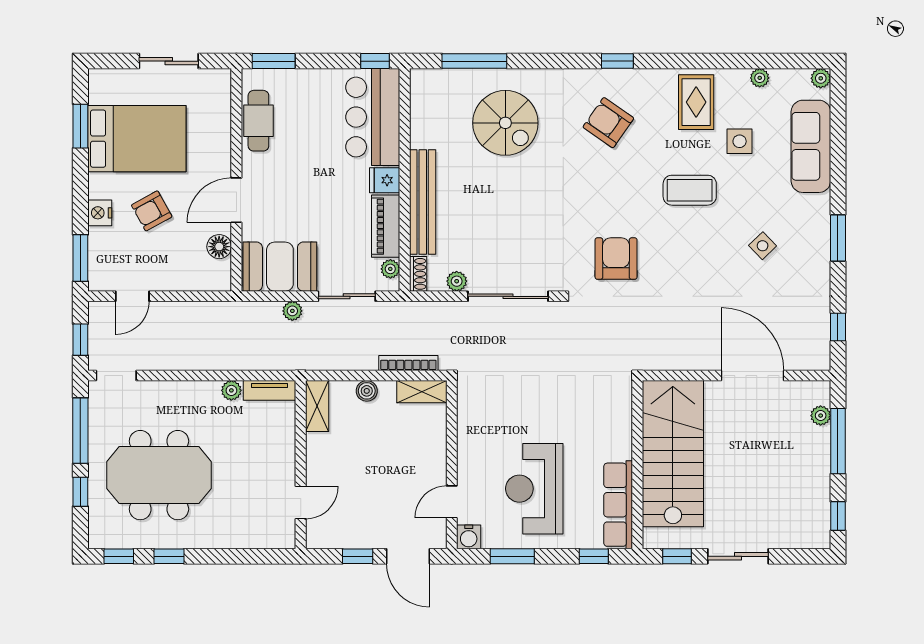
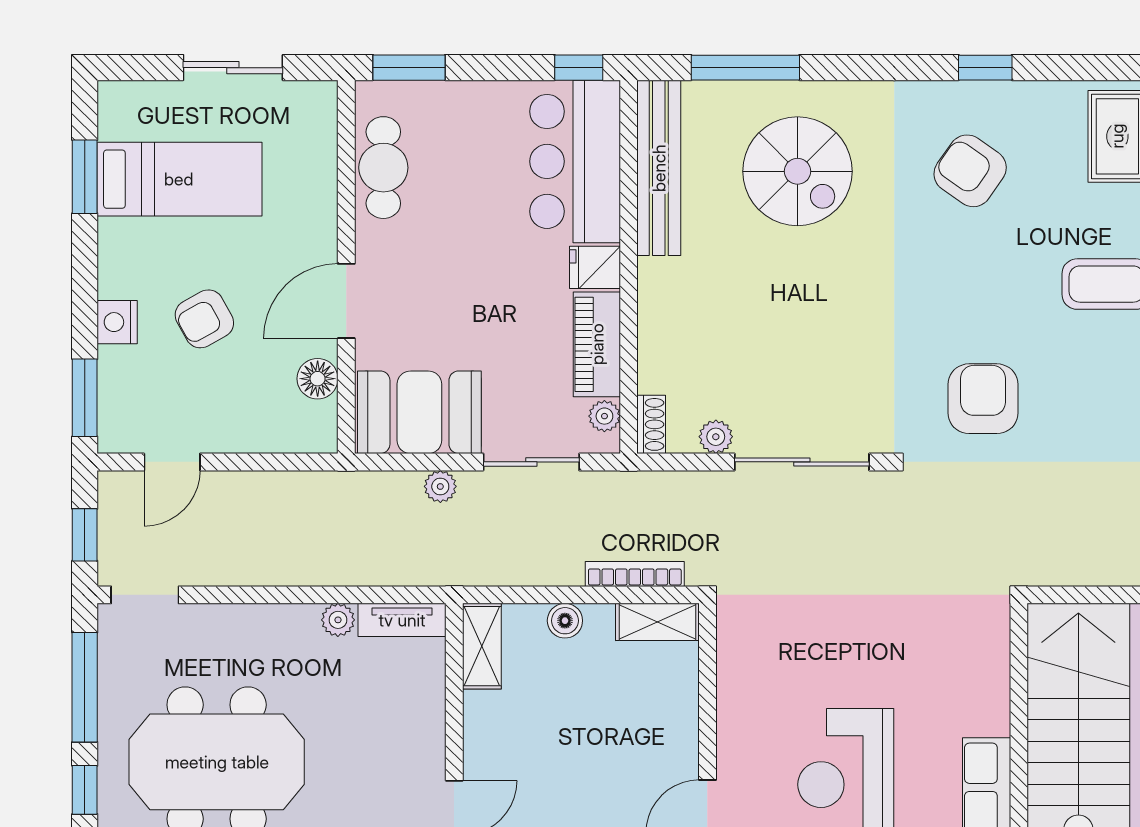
bed: (137, 139) -> (179, 179), width x0.67
bench: (423, 202) -> (659, 168), moved

